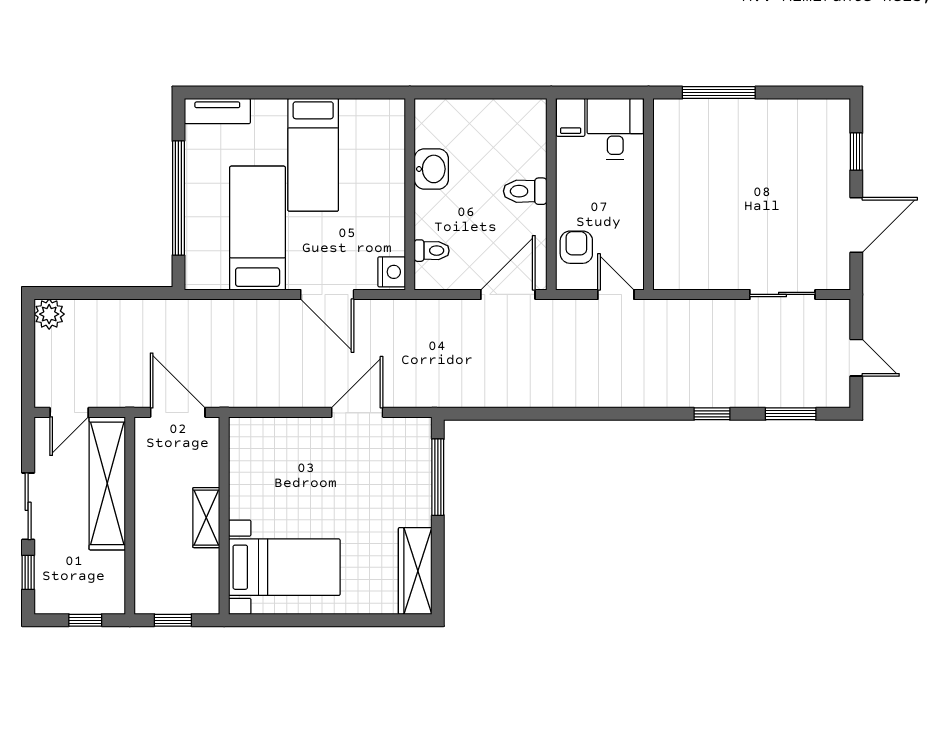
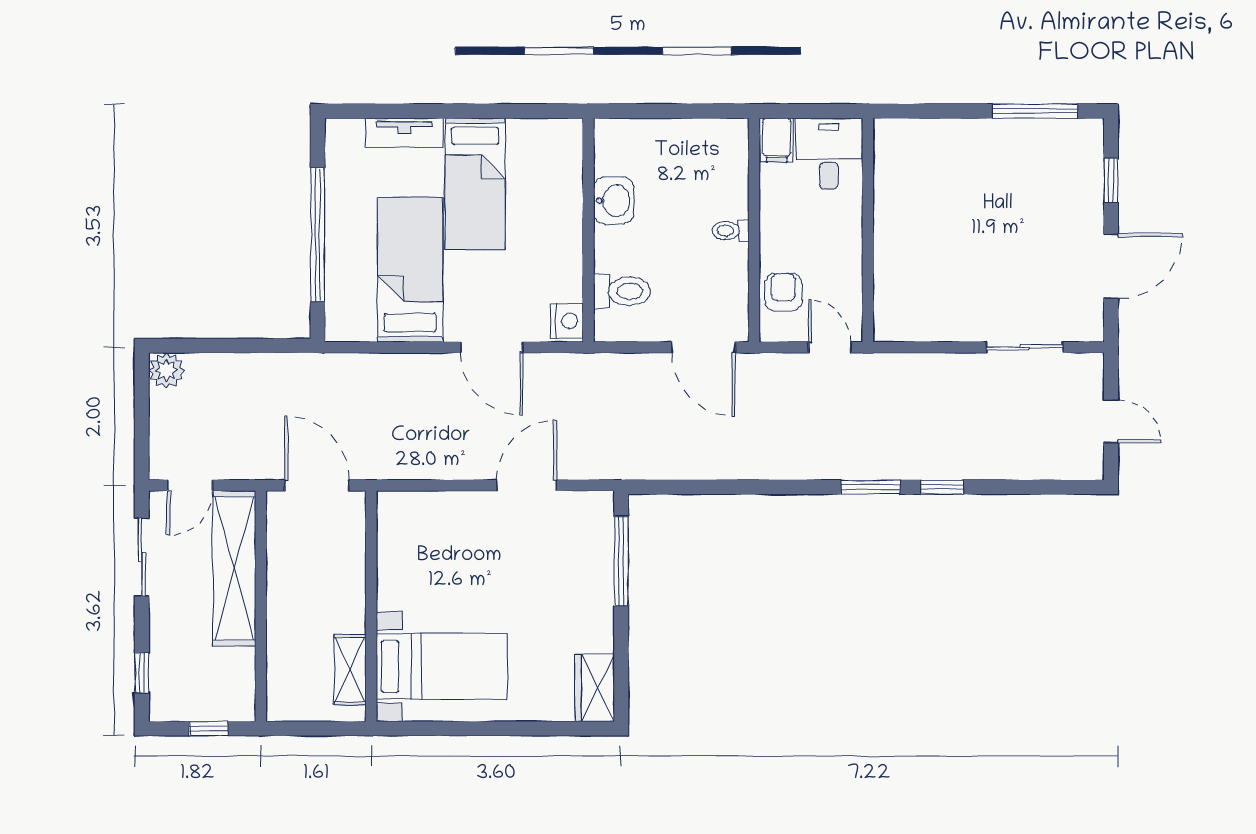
window: (719, 93) -> (1035, 111), moved
tv unit: (217, 111) -> (404, 133), moved
toilet: (525, 191) -> (730, 231), width x0.73, depth x0.72
toilet: (432, 251) -> (622, 291), width x1.37, depth x1.39
door: (508, 294) -> (703, 347), swing flipped
window: (791, 414) -> (870, 487), moved
sliding door: (28, 506) -> (142, 557), moved
shelving: (206, 518) -> (350, 669), moved
wardrobe: (415, 571) -> (595, 688), width x0.67
window: (173, 620) -> (311, 729), removed

